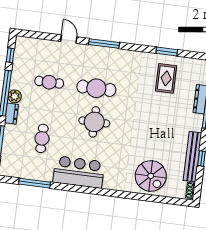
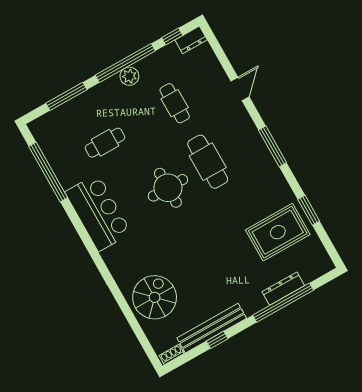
window: (104, 44) -> (272, 146), moved
rug: (166, 78) -> (278, 232), width x1.36, depth x1.43
dresser: (11, 114) -> (191, 40), moved
spiral stairs: (151, 176) -> (155, 297), turned 180
window: (35, 183) -> (48, 172), width x1.46

